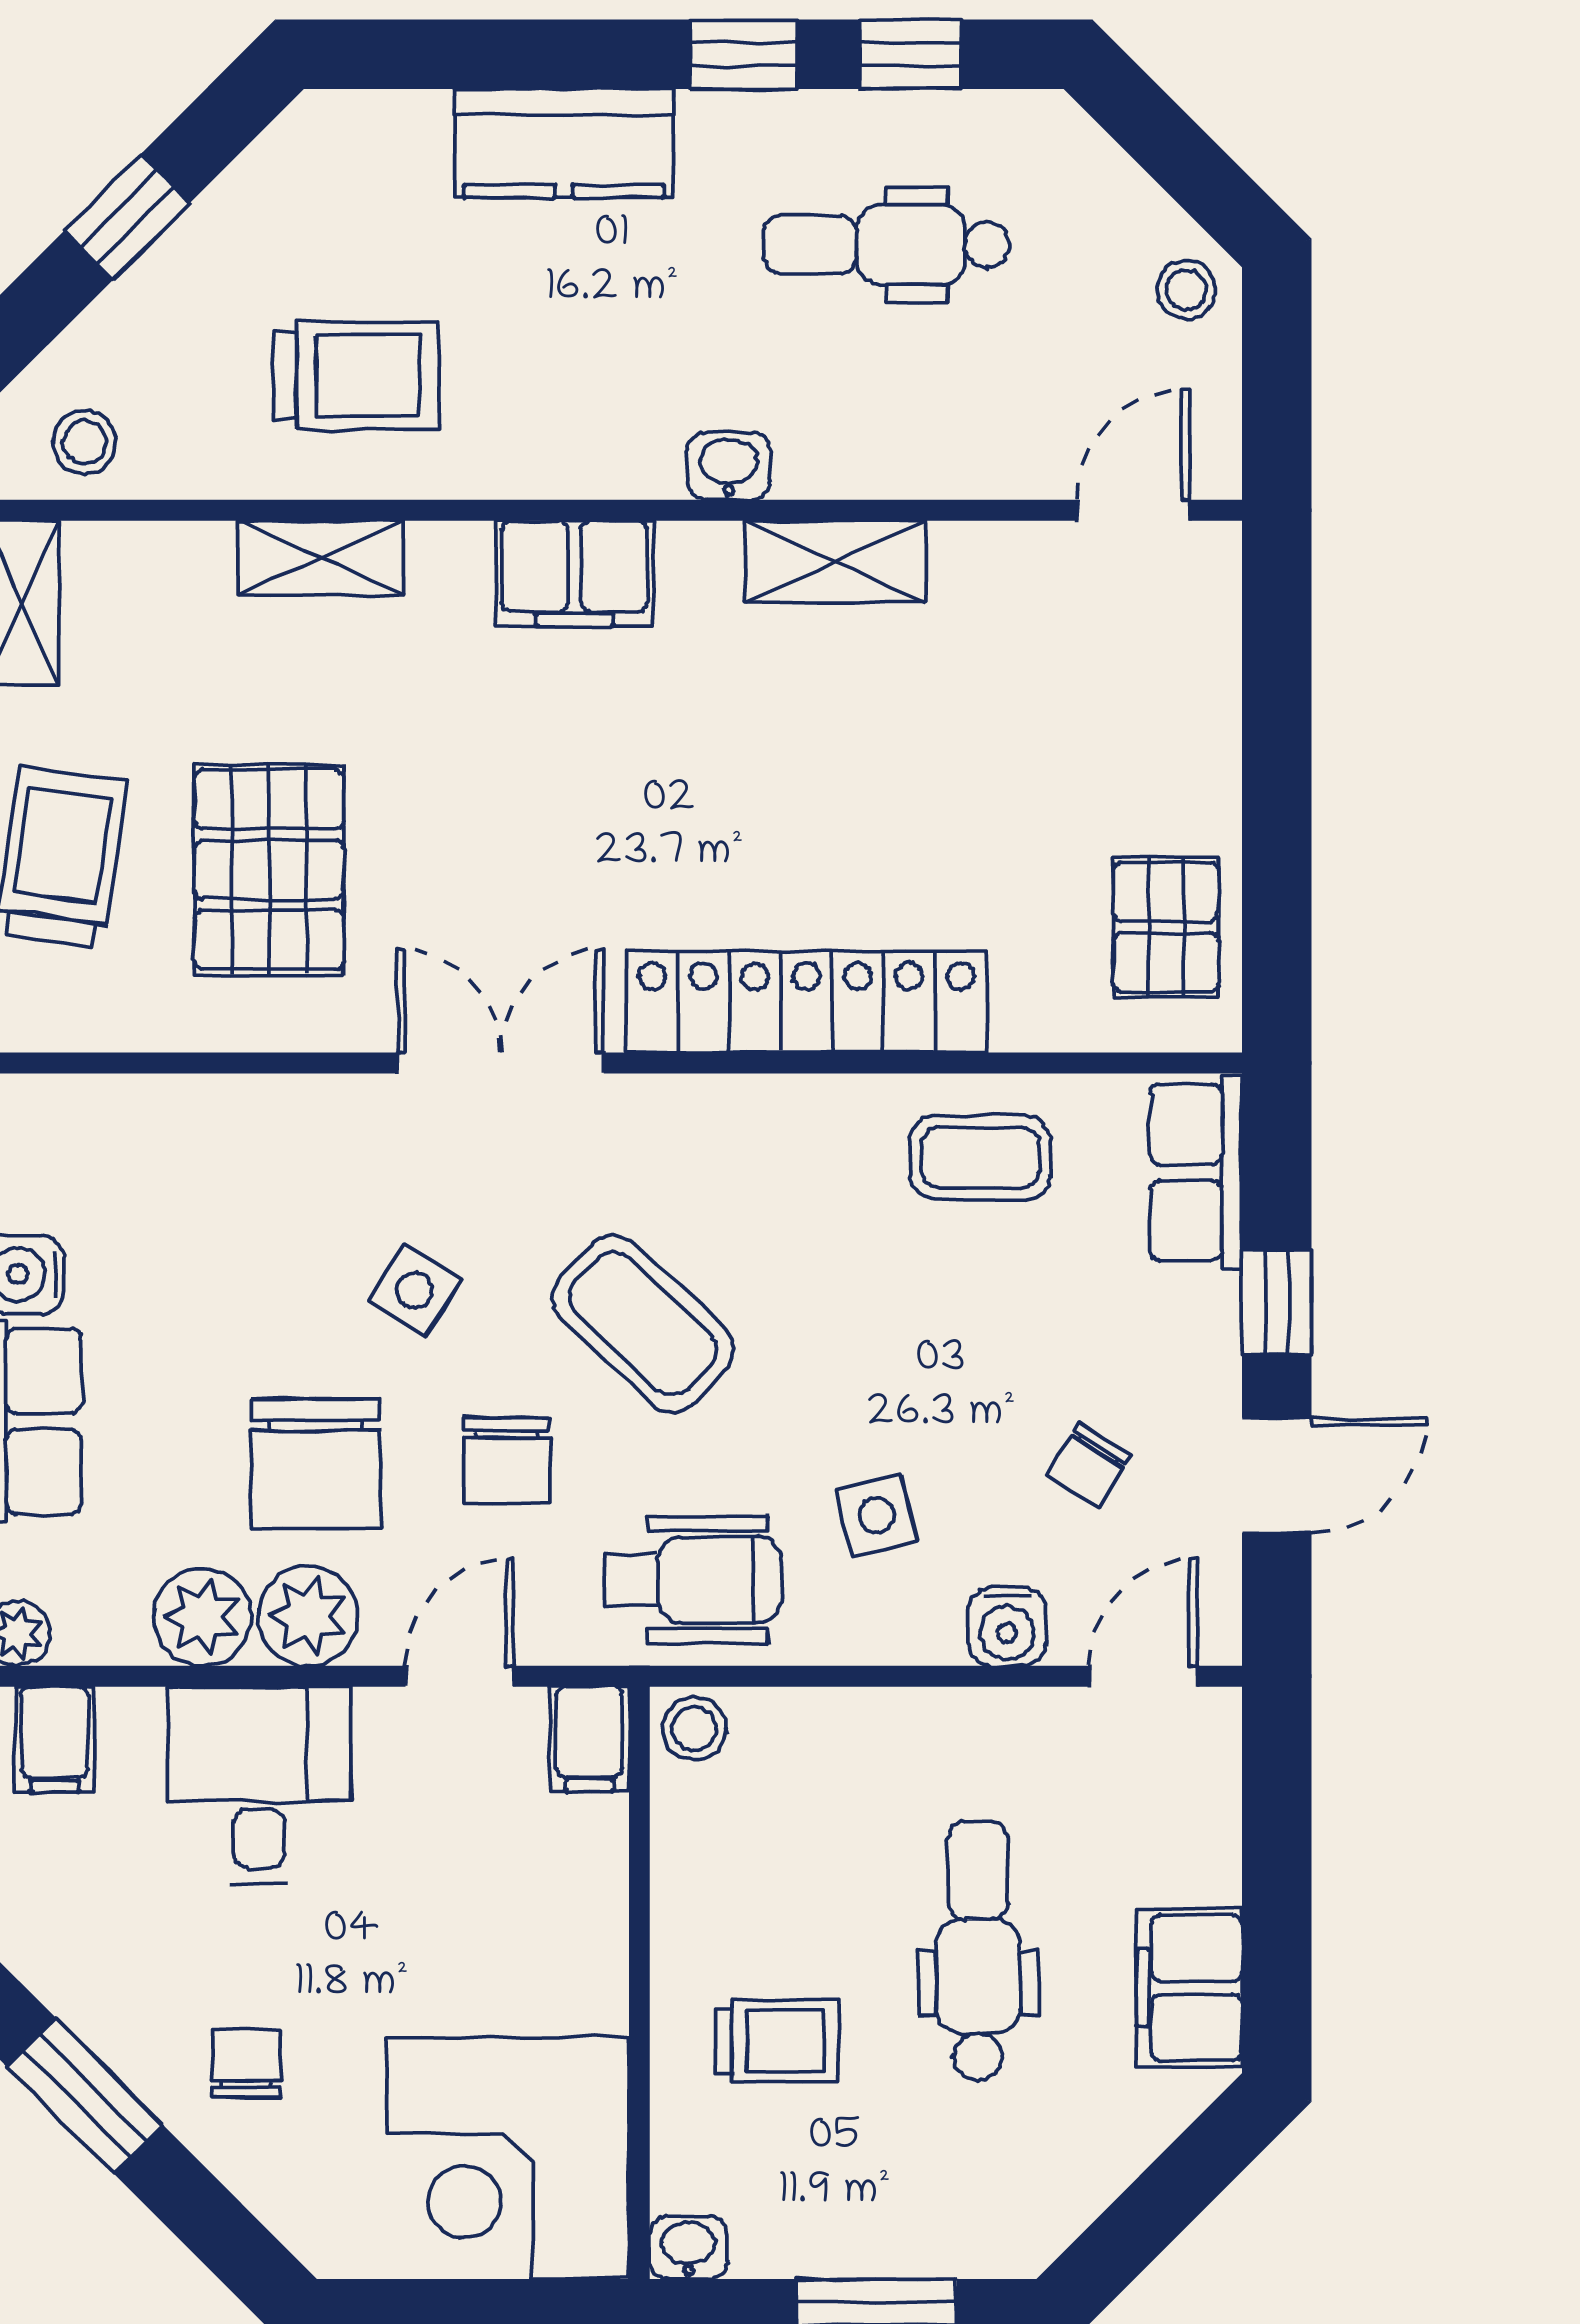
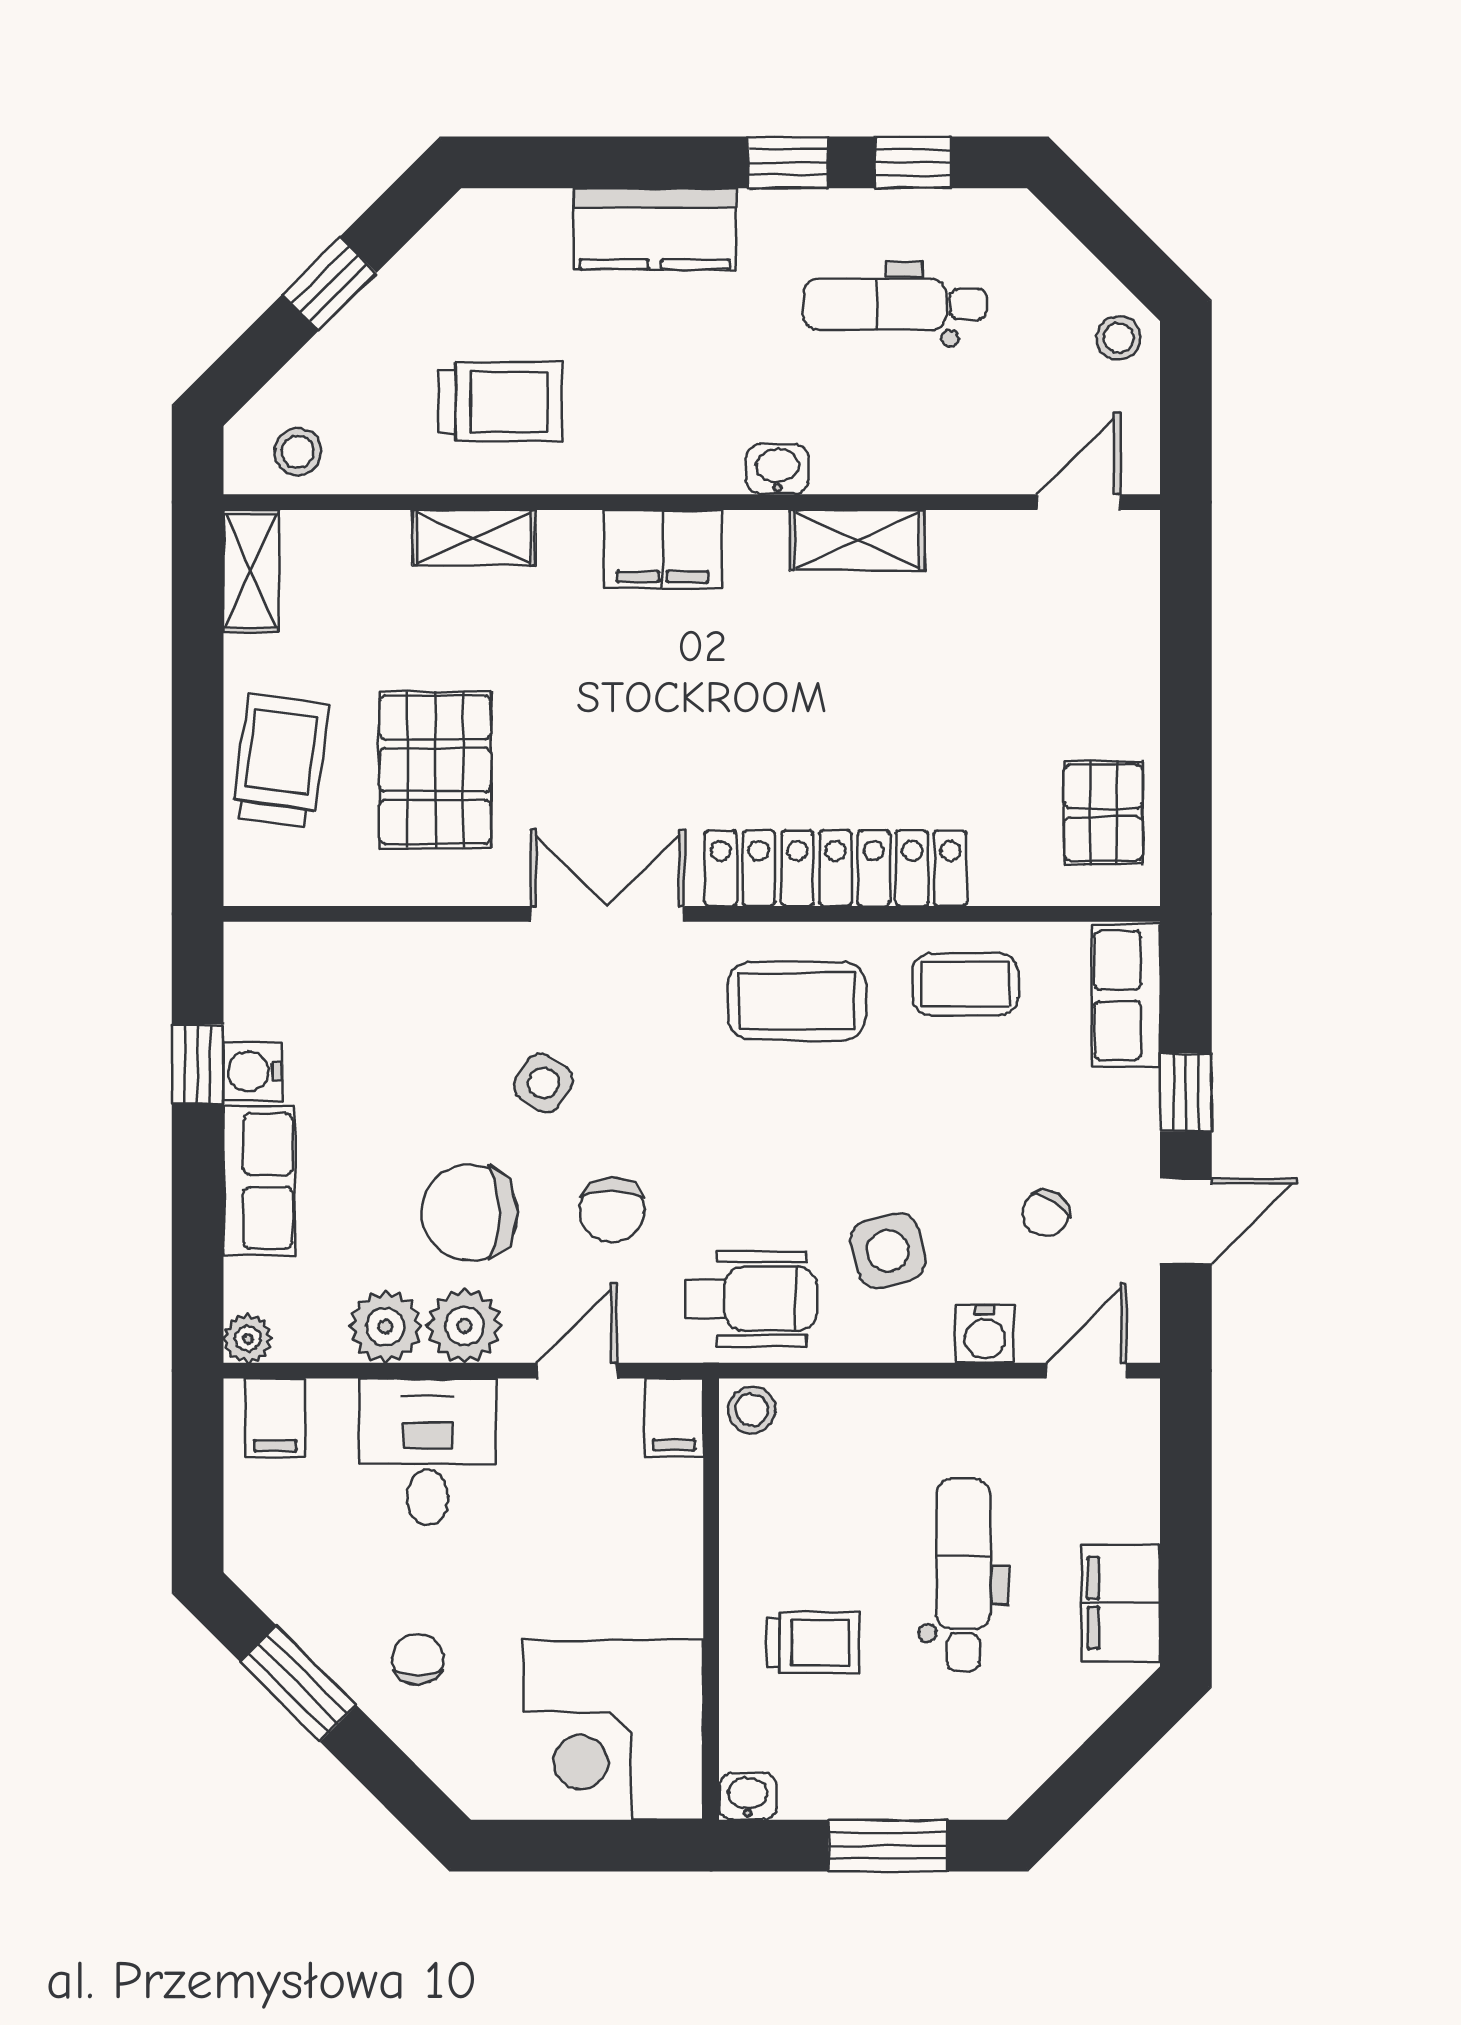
coffee table: (643, 1324) -> (797, 1001), moved, turned -43
chair: (316, 1464) -> (470, 1212), turned 90
side table: (877, 1515) -> (888, 1251), width x1.37, depth x1.37

